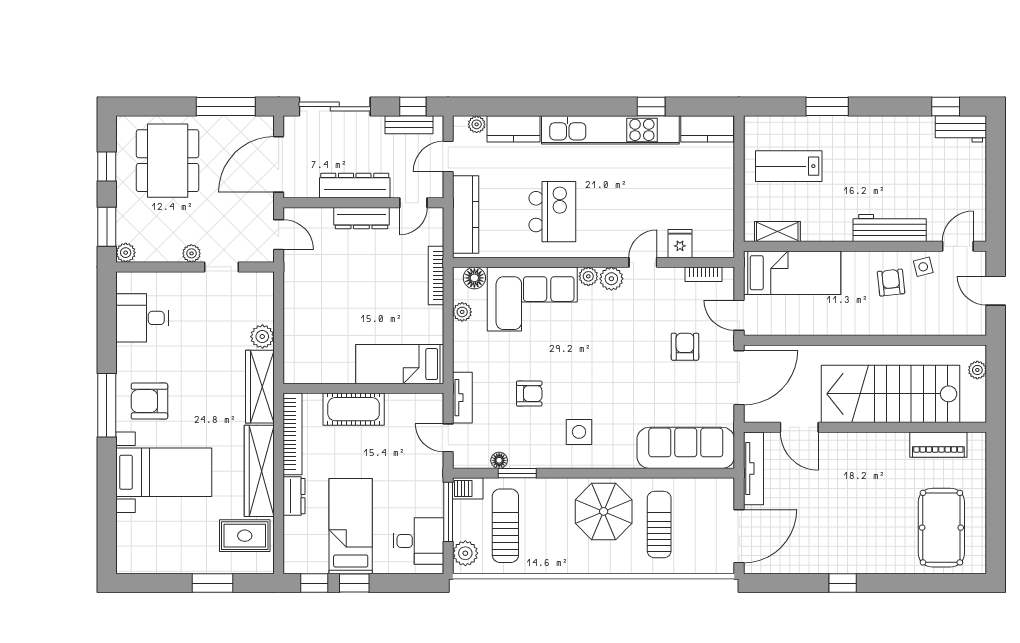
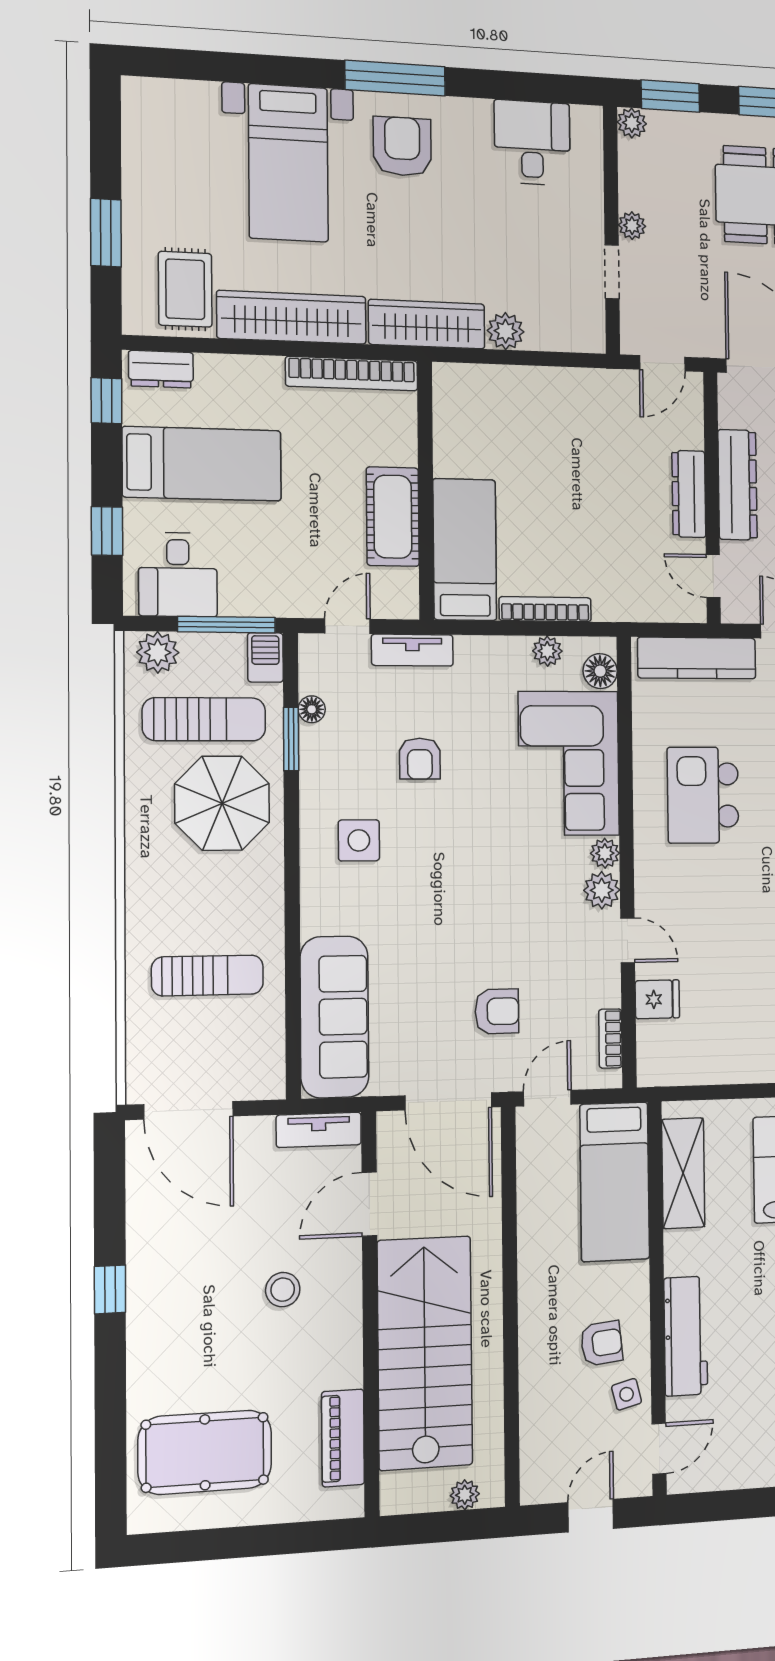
kitchen island: (552, 212) -> (703, 795), turned 90
shelving: (777, 232) -> (683, 1173), width x1.50, depth x1.33
door: (958, 246) -> (659, 1449), hinge flipped
bookcase: (436, 276) -> (545, 609), moved
cot: (354, 409) -> (393, 517), moved
tv unit: (753, 468) -> (319, 1130), width x0.71
stool: (848, 480) -> (283, 1290), added
dresser: (294, 496) -> (161, 369), moved
parasol: (604, 511) -> (222, 803), moved
window: (354, 583) -> (107, 531), moved

